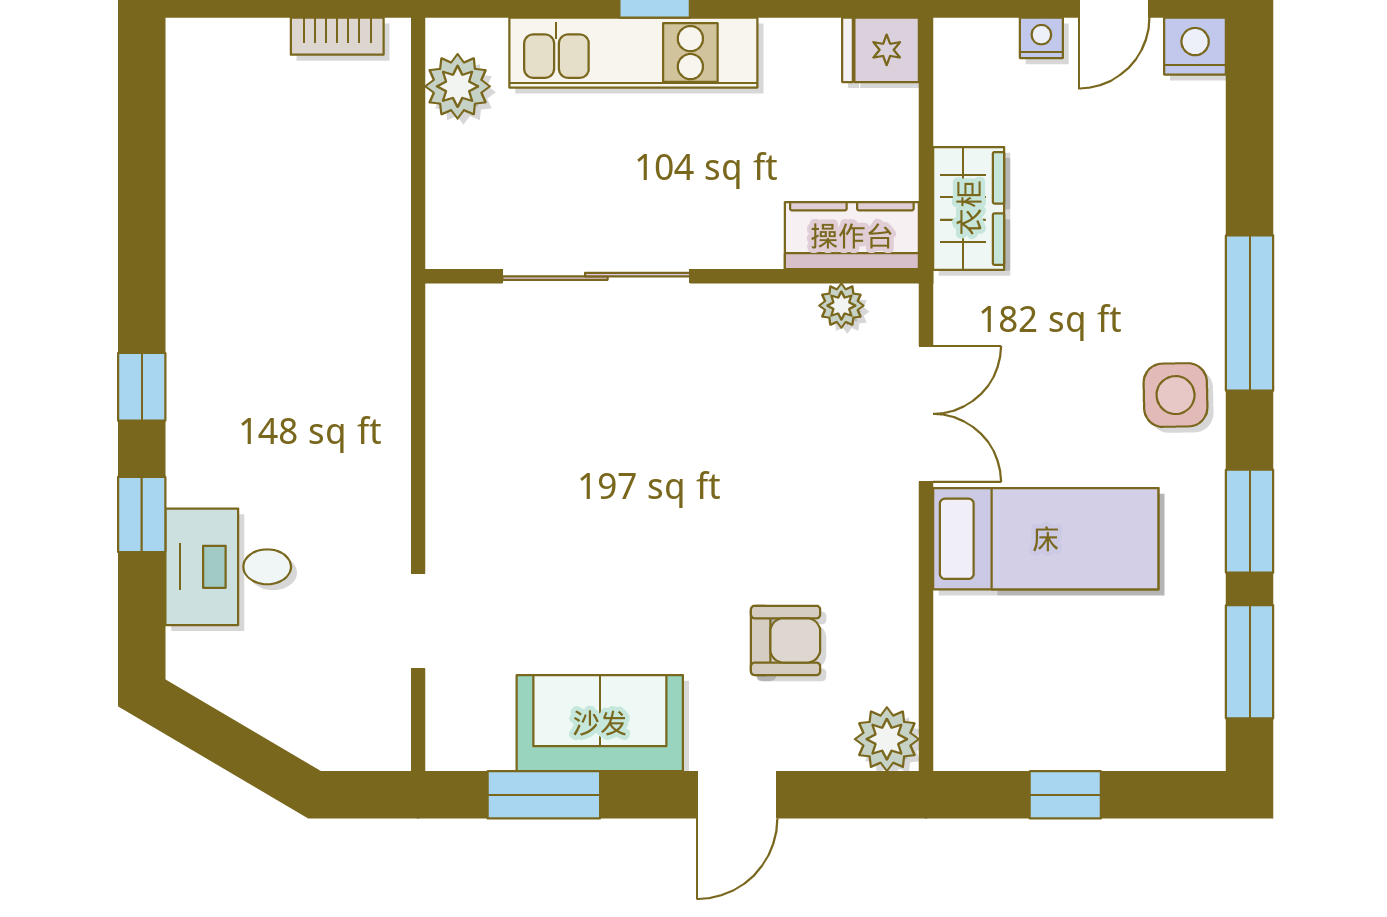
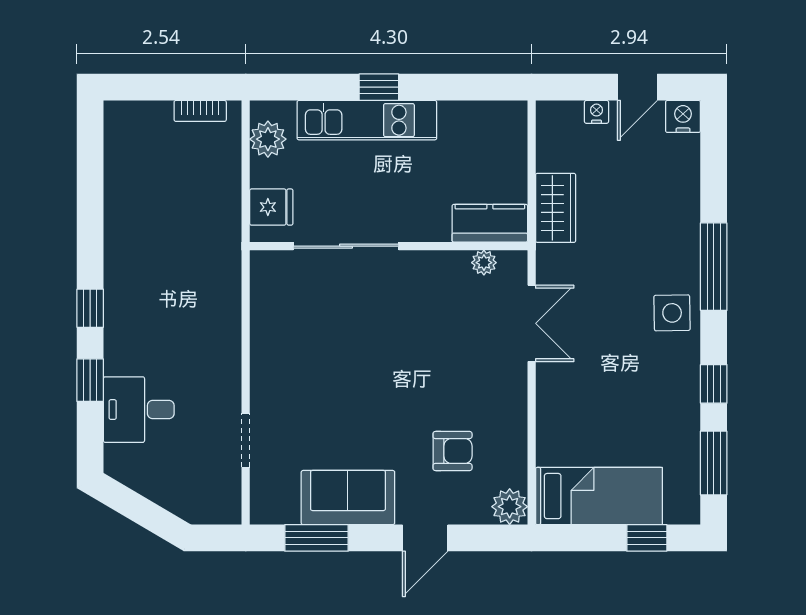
fridge: (881, 50) -> (271, 207), moved, turned 180
window: (1250, 521) -> (714, 384), width x0.67
bed: (1046, 539) -> (599, 496), moved
window: (1065, 795) -> (647, 538), moved

